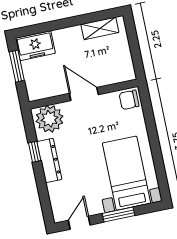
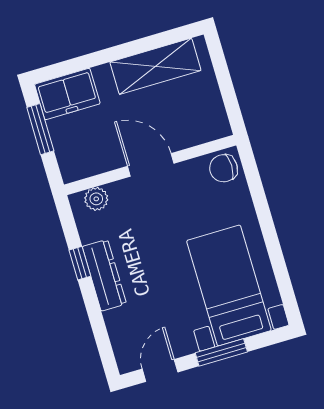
shelving: (100, 28) -> (155, 66), width x1.50, depth x1.33
plant: (49, 119) -> (96, 199), width x0.53, depth x0.53

